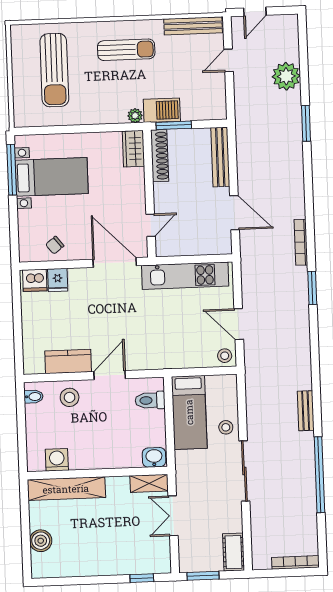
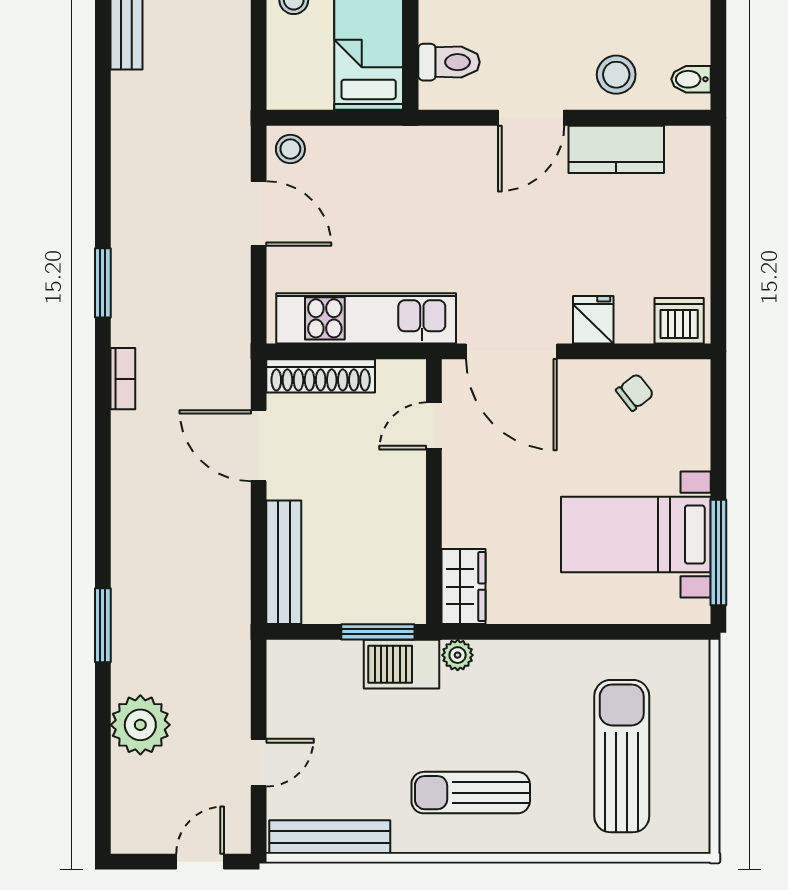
shoe rack: (160, 156) -> (321, 376), moved, turned -90
bookcase: (301, 242) -> (123, 379), width x0.64
fridge: (58, 280) -> (593, 320), moved

